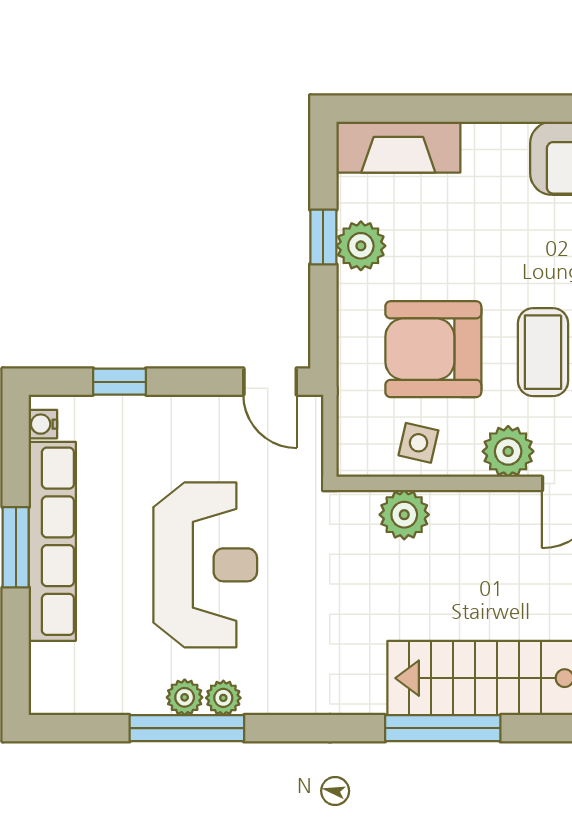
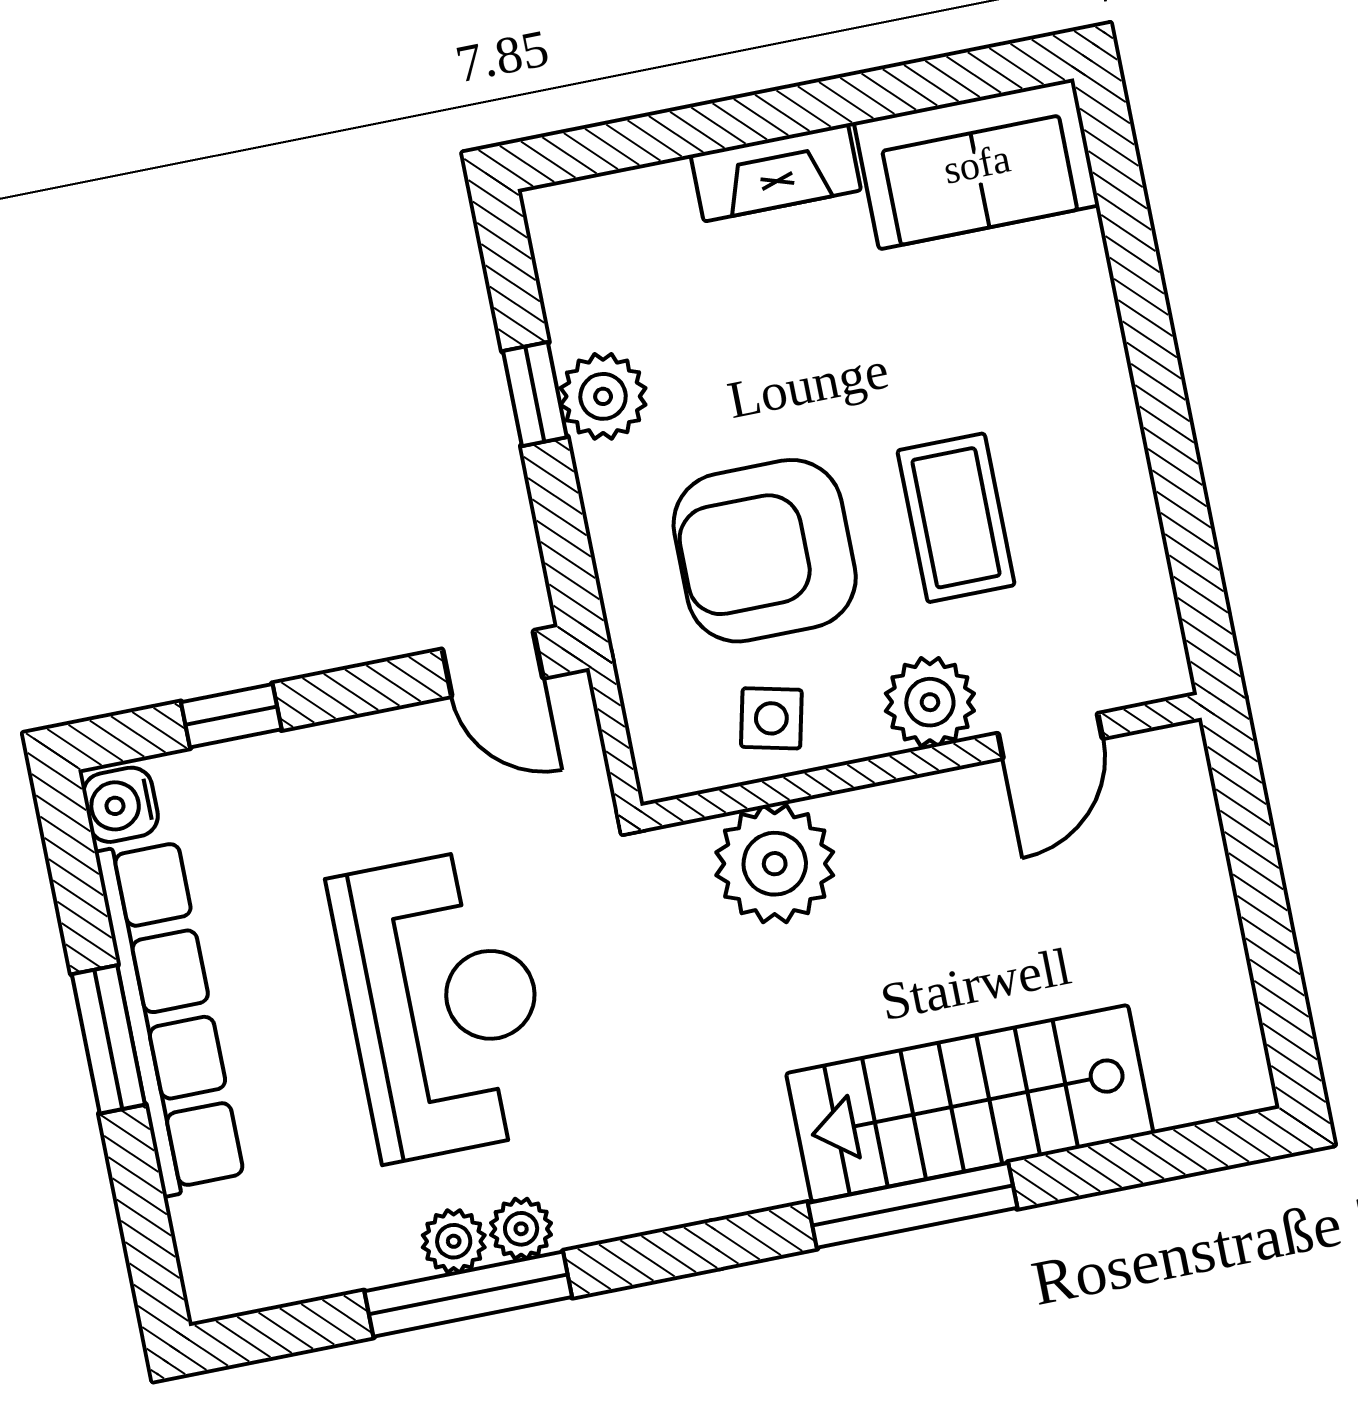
fireplace: (398, 147) -> (776, 173), moved, width x0.73, depth x0.76
water cooler: (43, 424) -> (120, 805), width x1.38, depth x1.38
plant: (404, 515) -> (775, 864), width x1.36, depth x1.36

